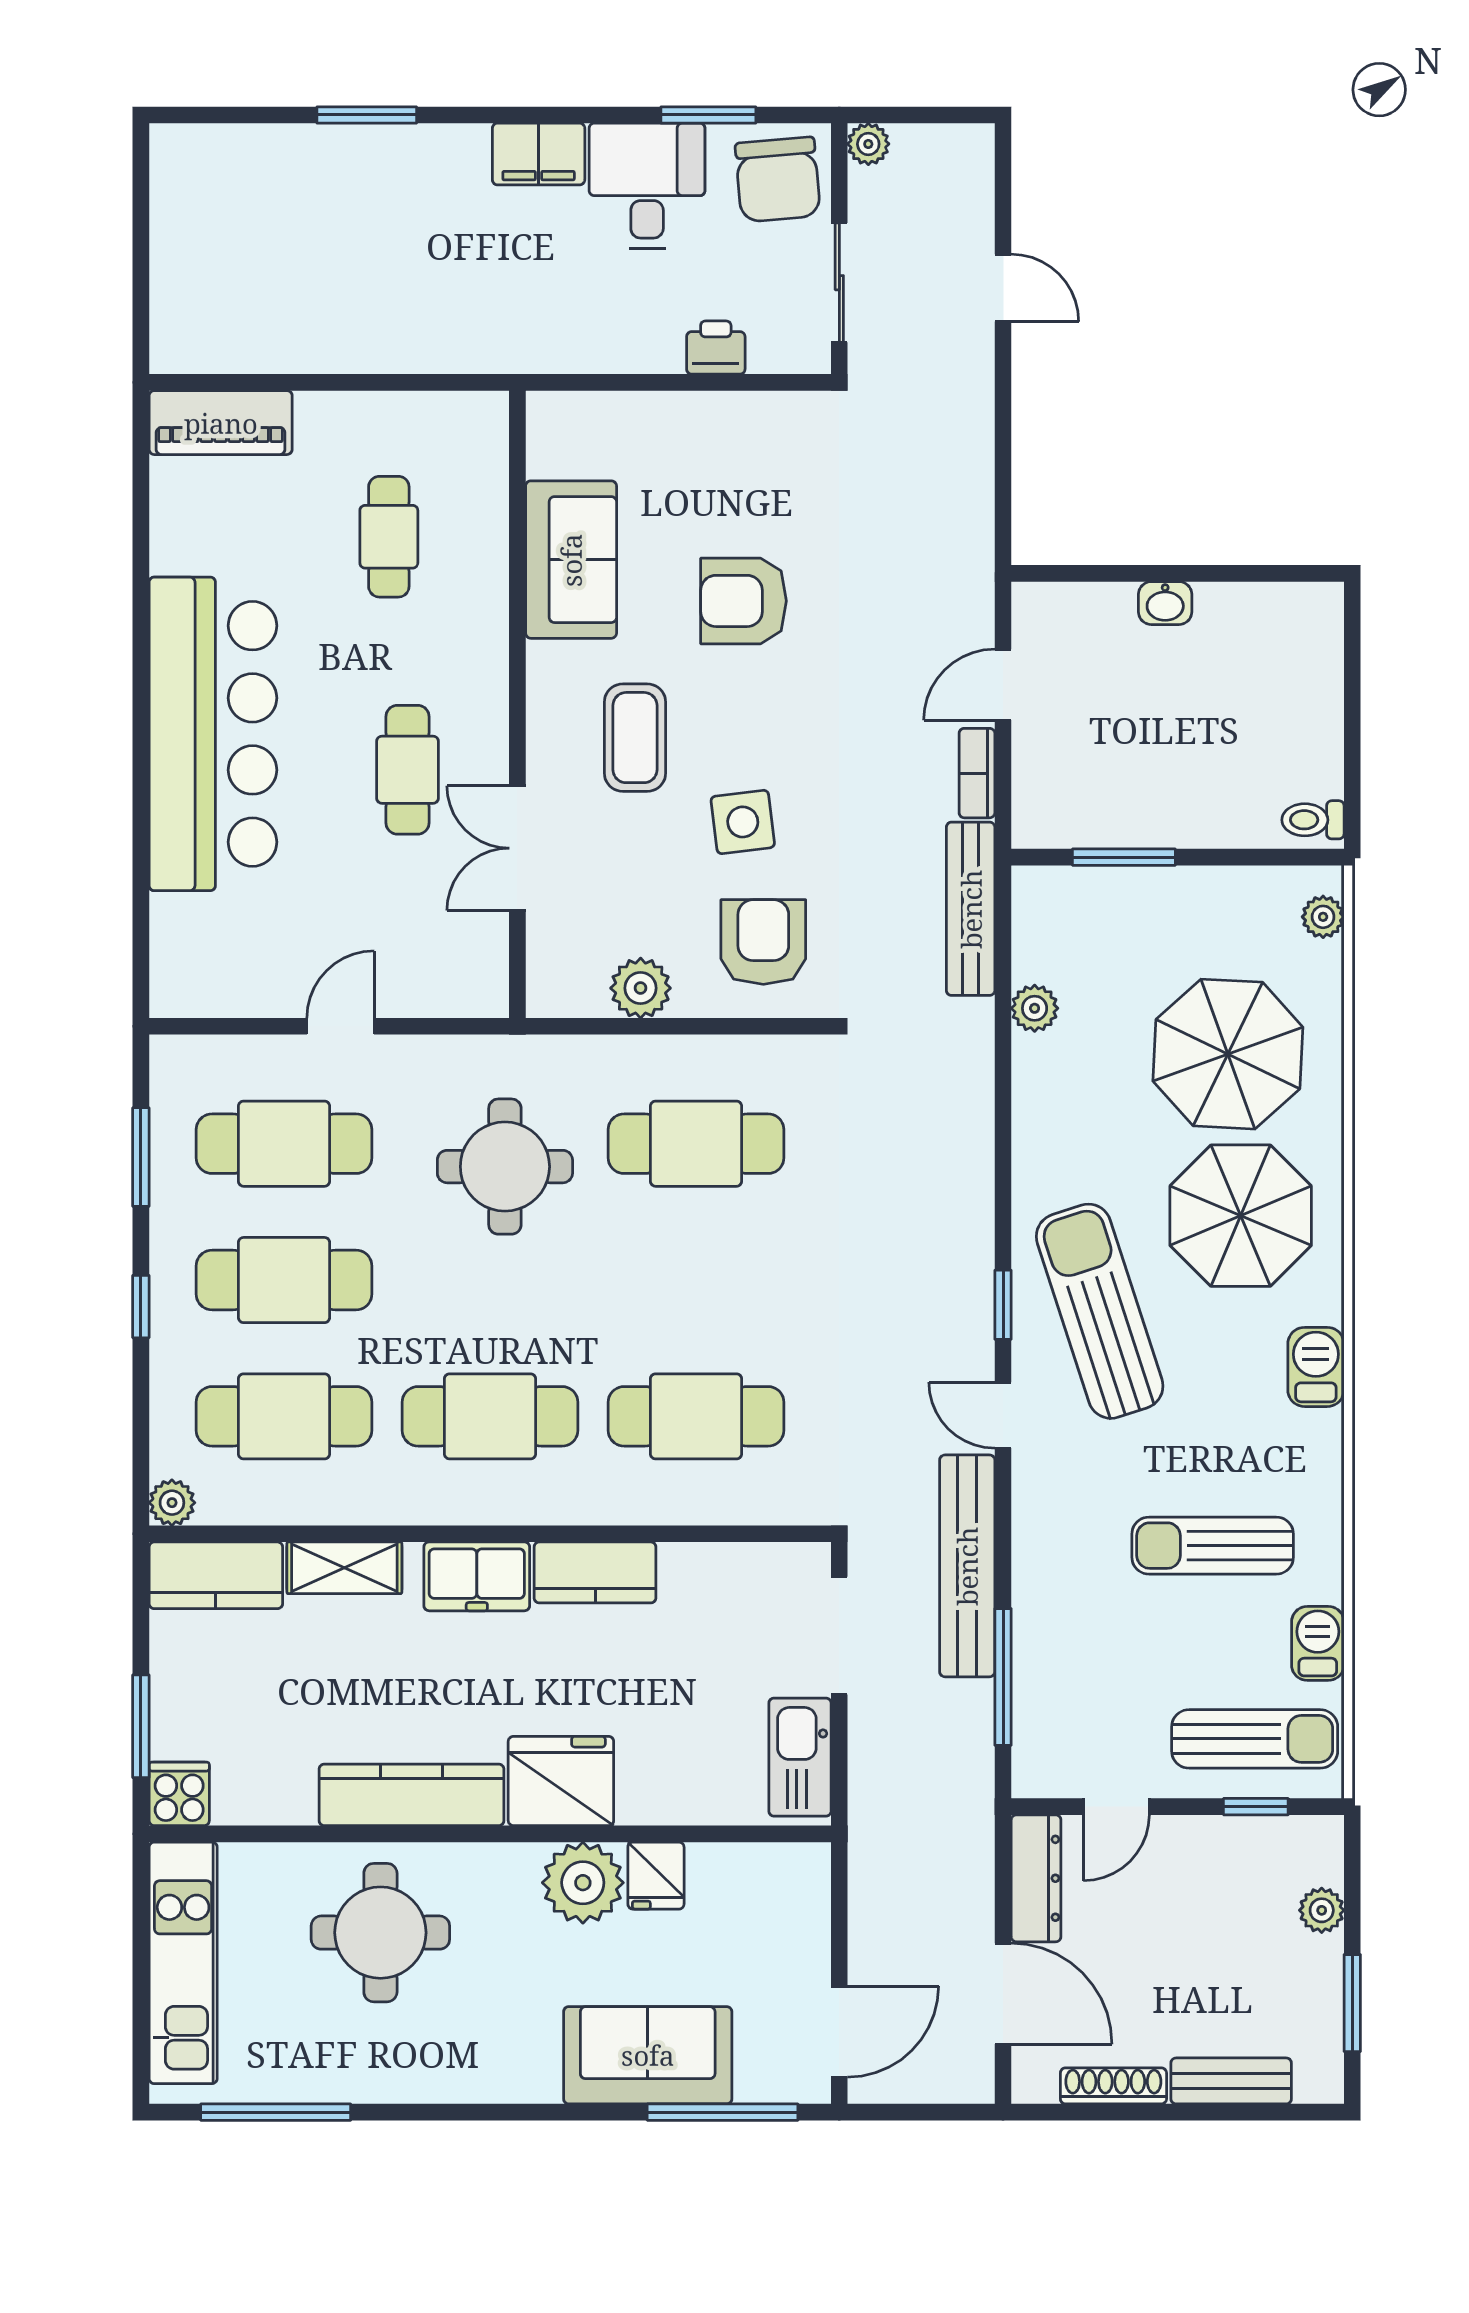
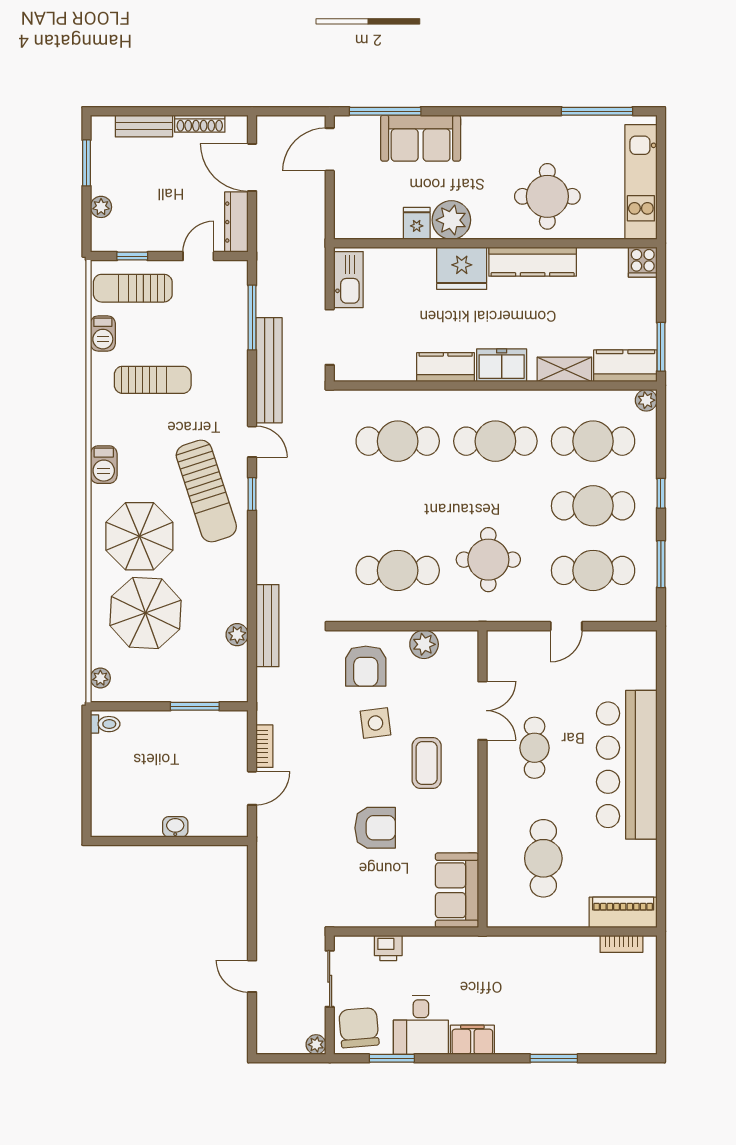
bookcase: (224, 356) -> (621, 944), added
cafe table: (389, 537) -> (543, 858), width x1.37, depth x1.35
sofa: (571, 560) -> (457, 890), moved
bench: (971, 909) -> (267, 626), moved
window: (141, 1726) -> (661, 347), moved

